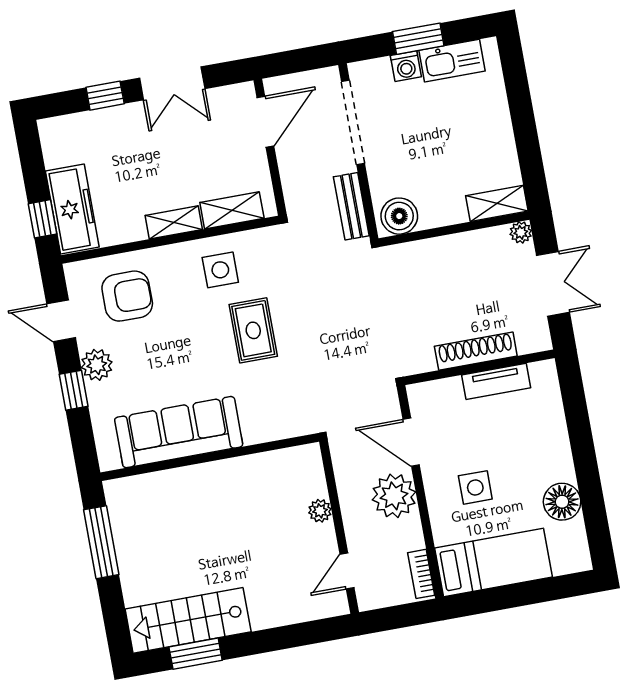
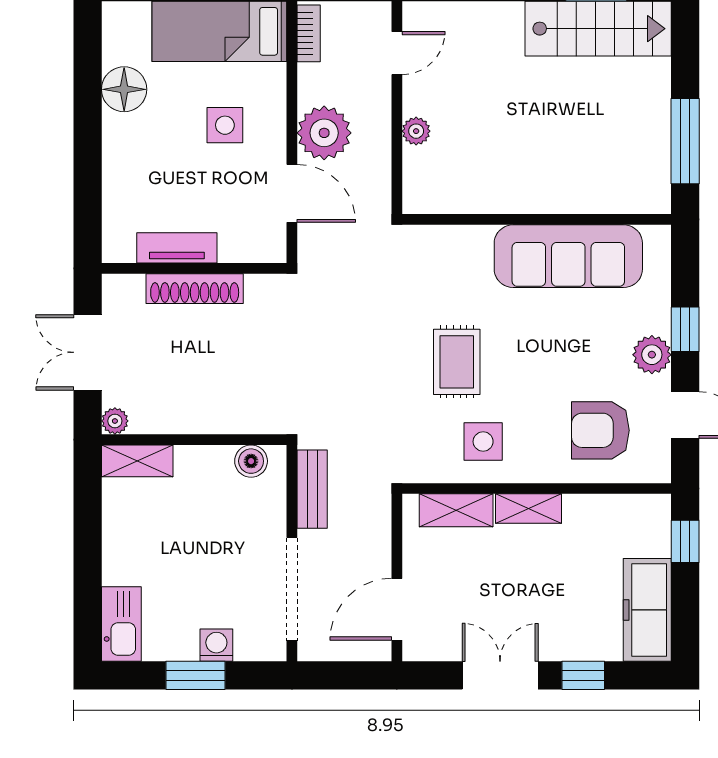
kitchen sink: (452, 61) -> (121, 624), moved, turned 90
freezer: (72, 209) -> (647, 610), moved
boiler: (399, 216) -> (251, 461), width x0.73, depth x0.73

